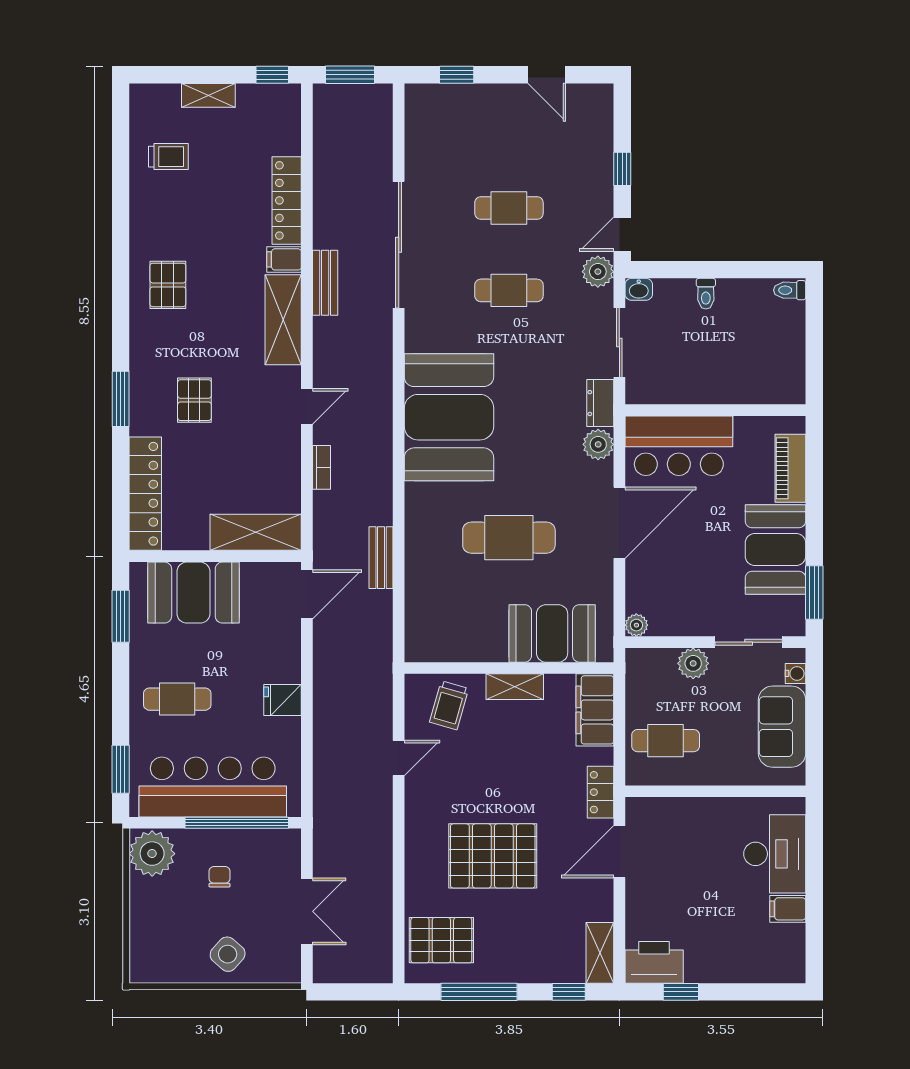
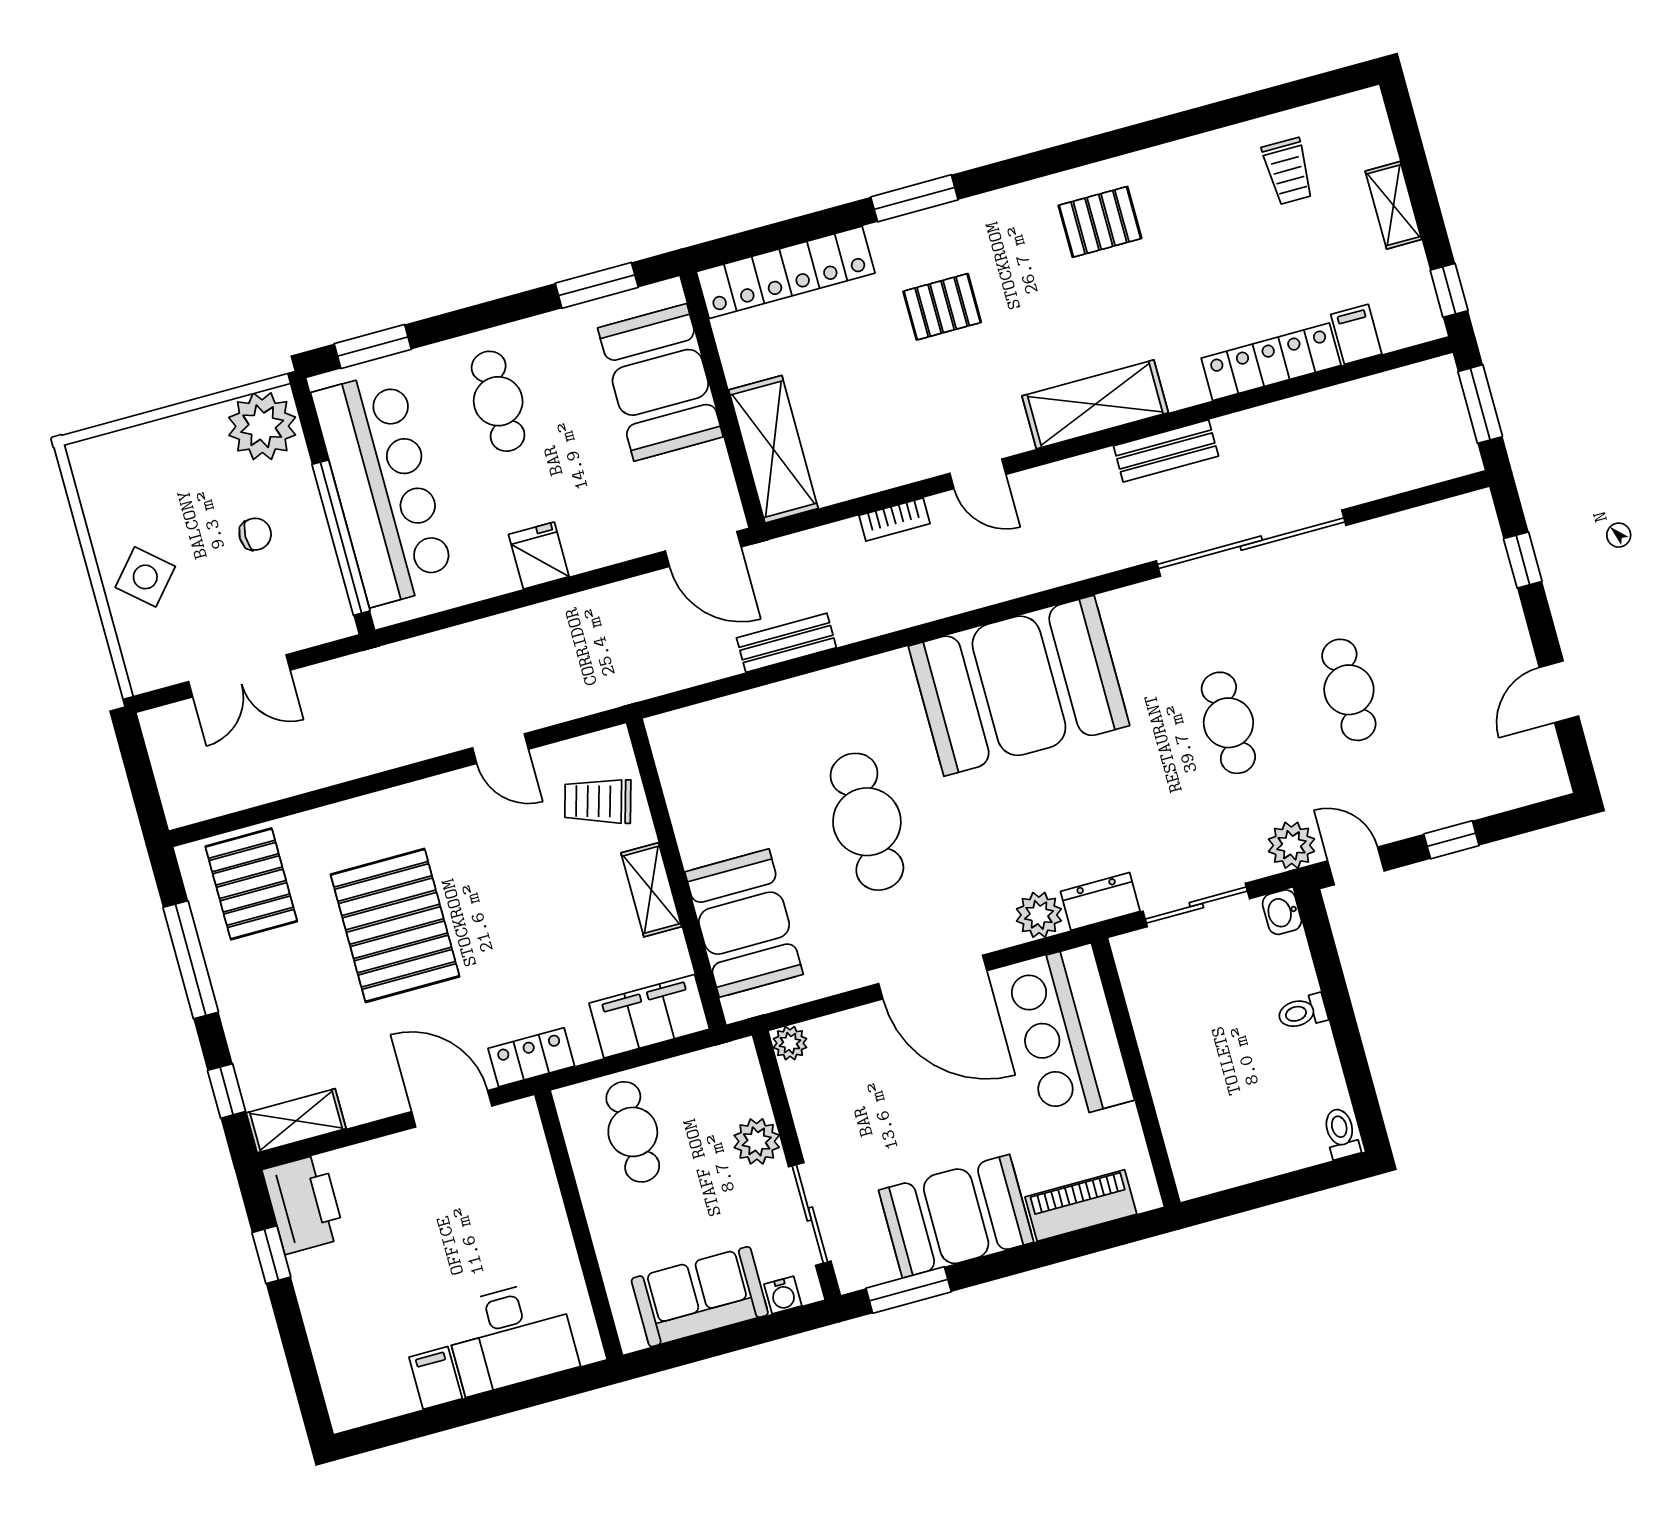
filing cabinet: (284, 259) -> (1356, 334), moved

